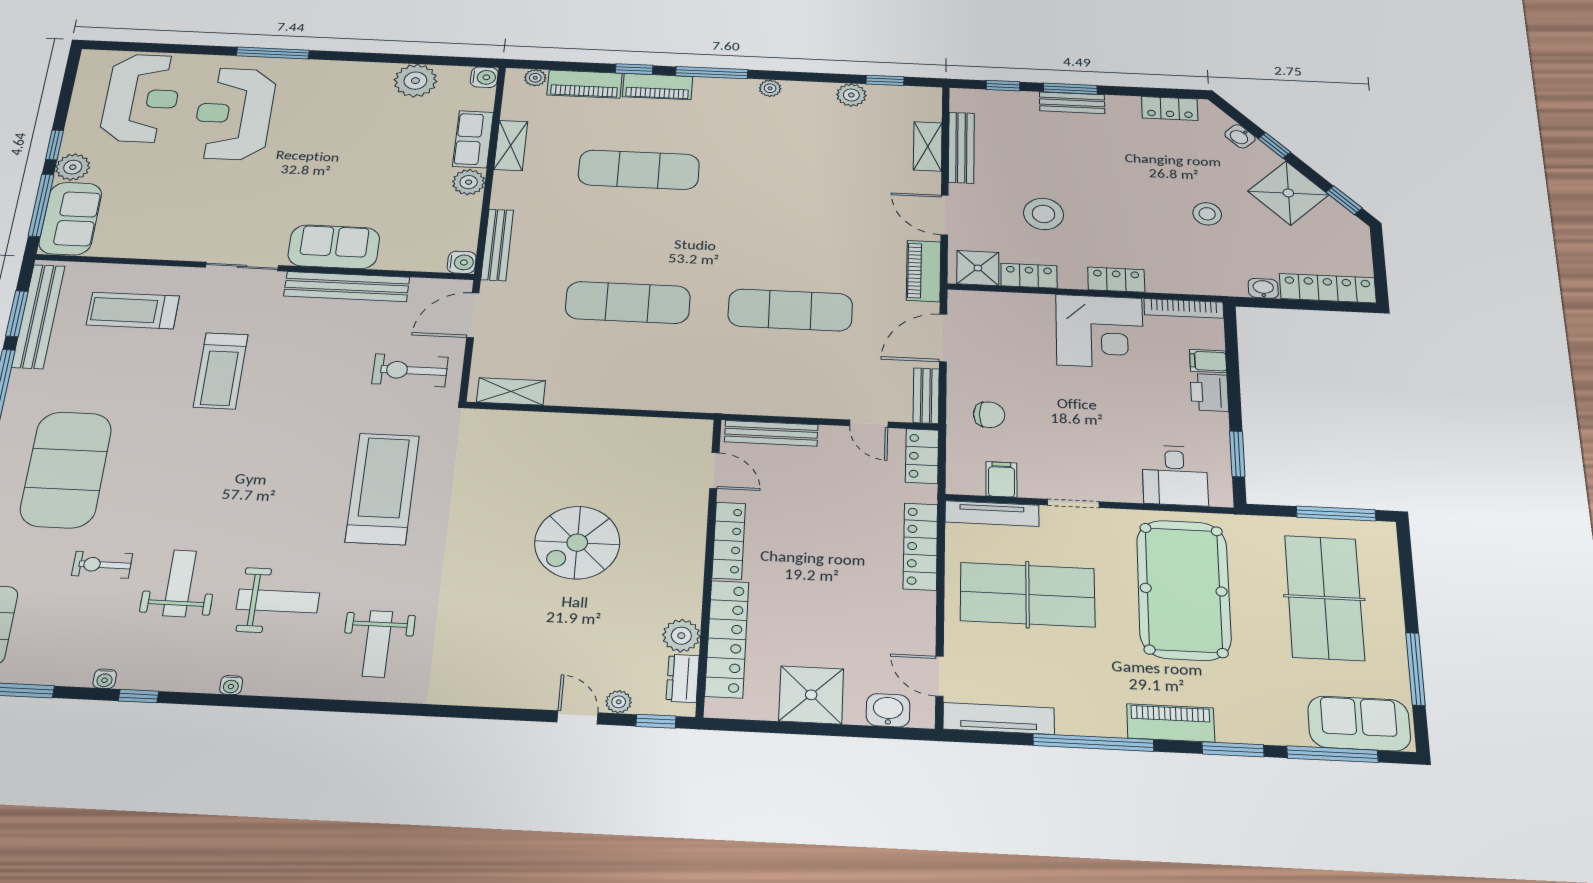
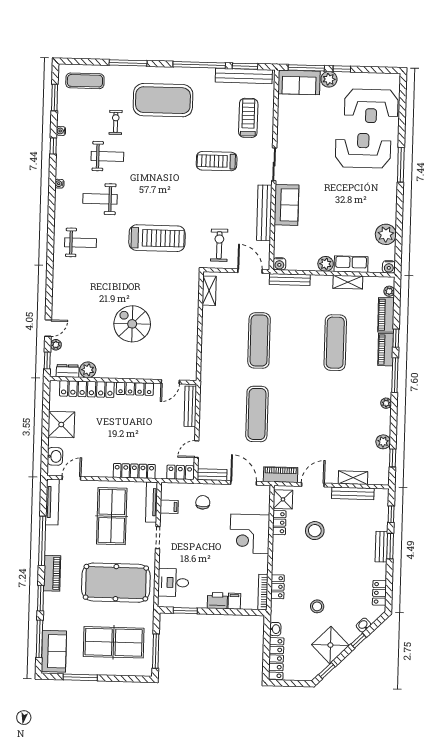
locker: (1116, 280) -> (277, 587), moved
corner desk: (1100, 331) -> (250, 534), moved
chair: (989, 415) -> (203, 502), turned 180
weight bench: (278, 601) -> (100, 199), turned 90
weight bench: (378, 644) -> (80, 243), turned 180

